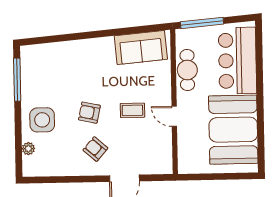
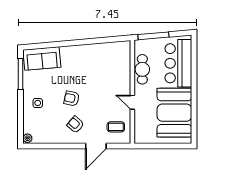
sofa: (141, 48) -> (42, 58), moved
coffee table: (132, 110) -> (116, 127), moved
side table: (42, 120) -> (38, 103), width x0.54, depth x0.54
plant: (28, 149) -> (27, 138), moved

